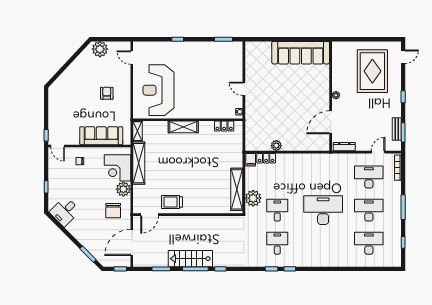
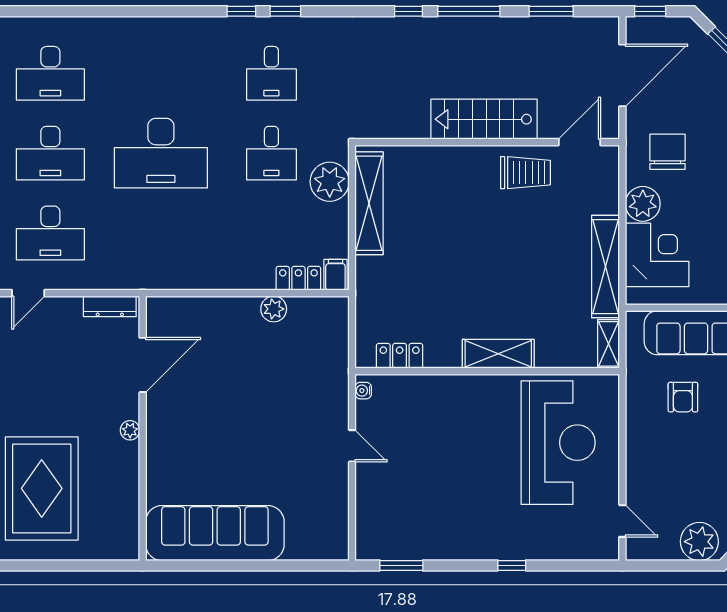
armchair: (107, 93) -> (683, 397), moved
stairs: (190, 259) -> (484, 119), moved, turned 180

